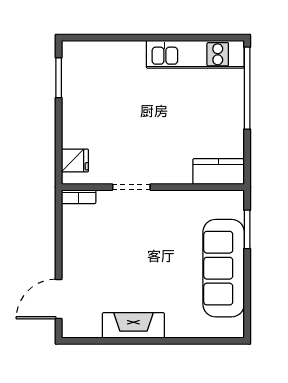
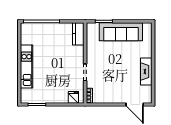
kitchen unit: (195, 54) -> (27, 67), moved

